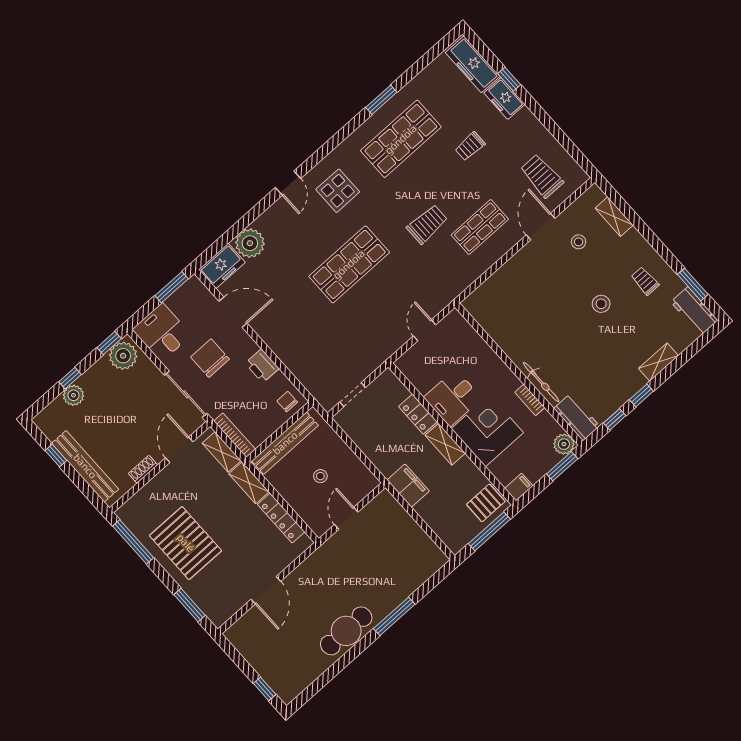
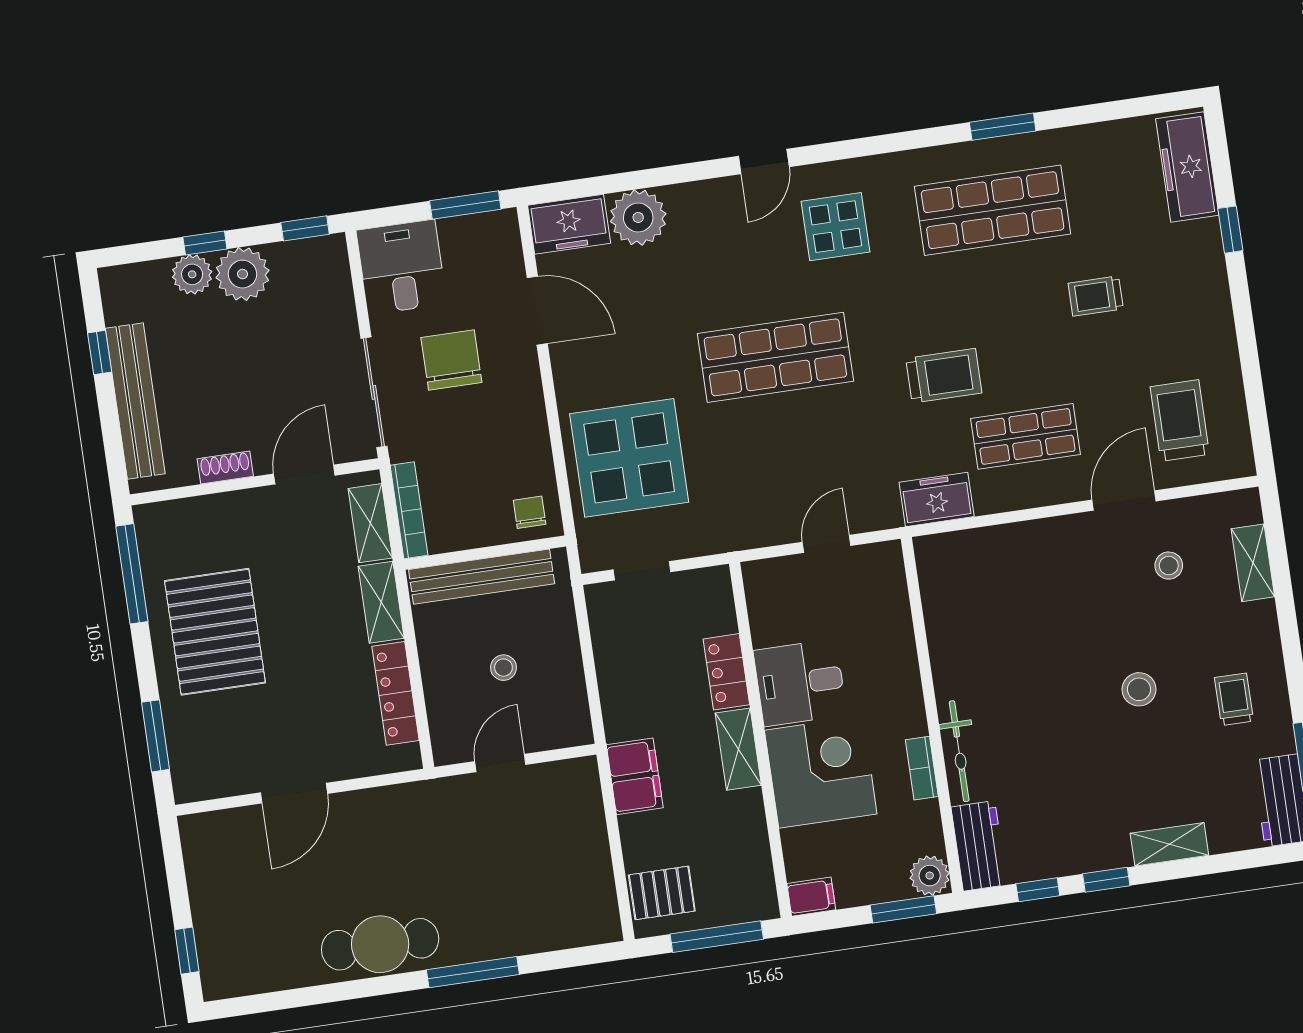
freezer: (504, 99) -> (937, 499), moved, turned 90
display table: (315, 350) -> (629, 458), added
plant: (123, 356) -> (243, 274), moved
printer: (262, 366) -> (527, 428), removed
pallet: (486, 503) -> (662, 893), moved

